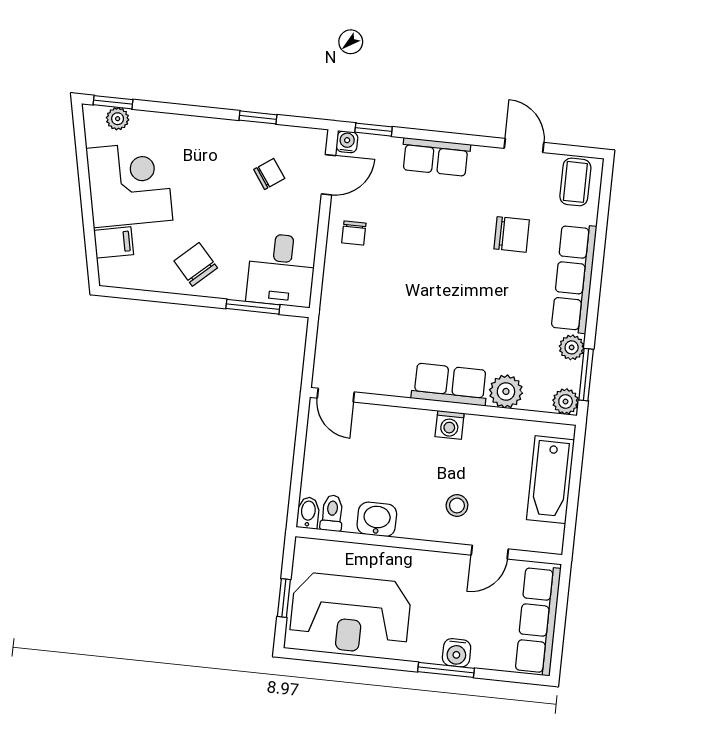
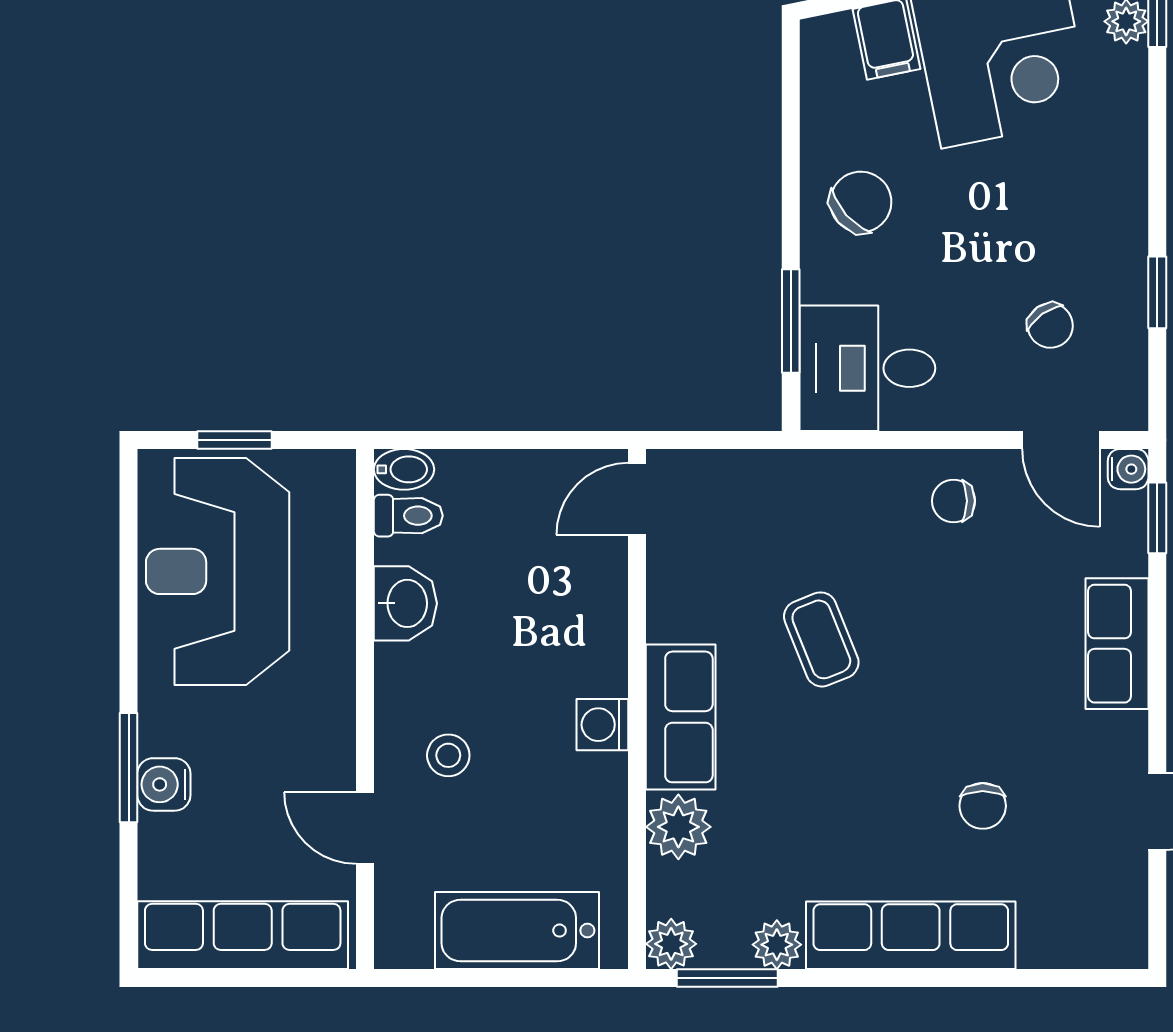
coffee table: (575, 182) -> (821, 639), moved, turned 68
chair: (512, 234) -> (983, 806), width x0.73, depth x0.73

